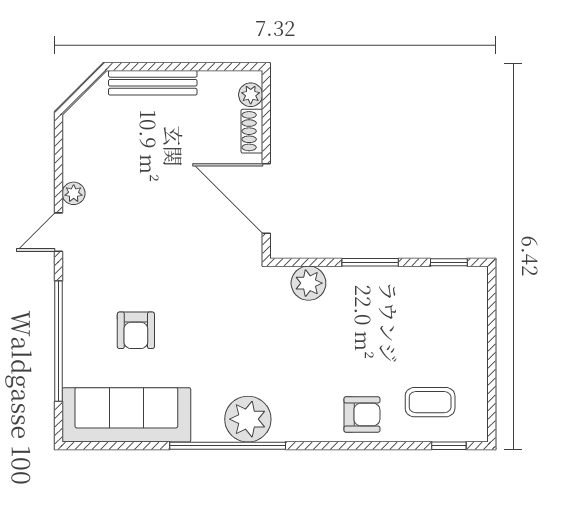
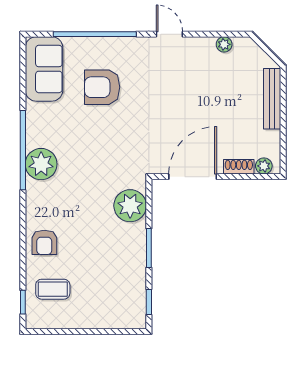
plant: (74, 193) -> (224, 44), moved
plant: (308, 283) -> (130, 206), width x1.36, depth x1.36
armchair: (136, 330) -> (102, 87), width x1.38, depth x1.38
coffee table: (430, 402) -> (53, 289), turned 90
sofa: (126, 415) -> (44, 69), width x0.73

